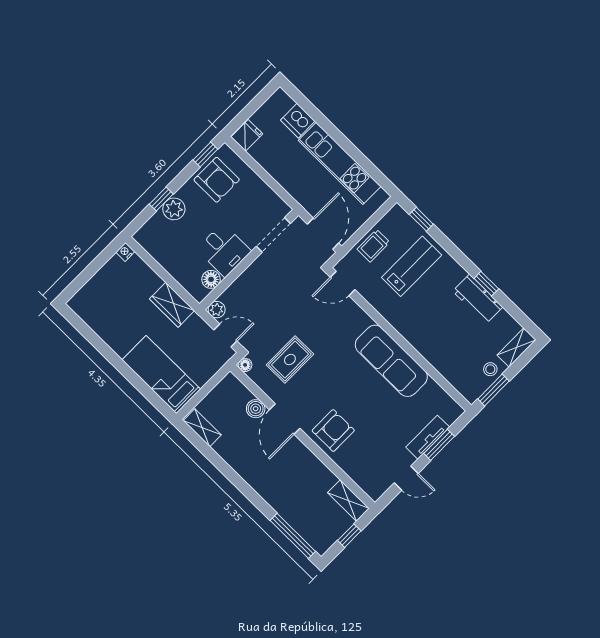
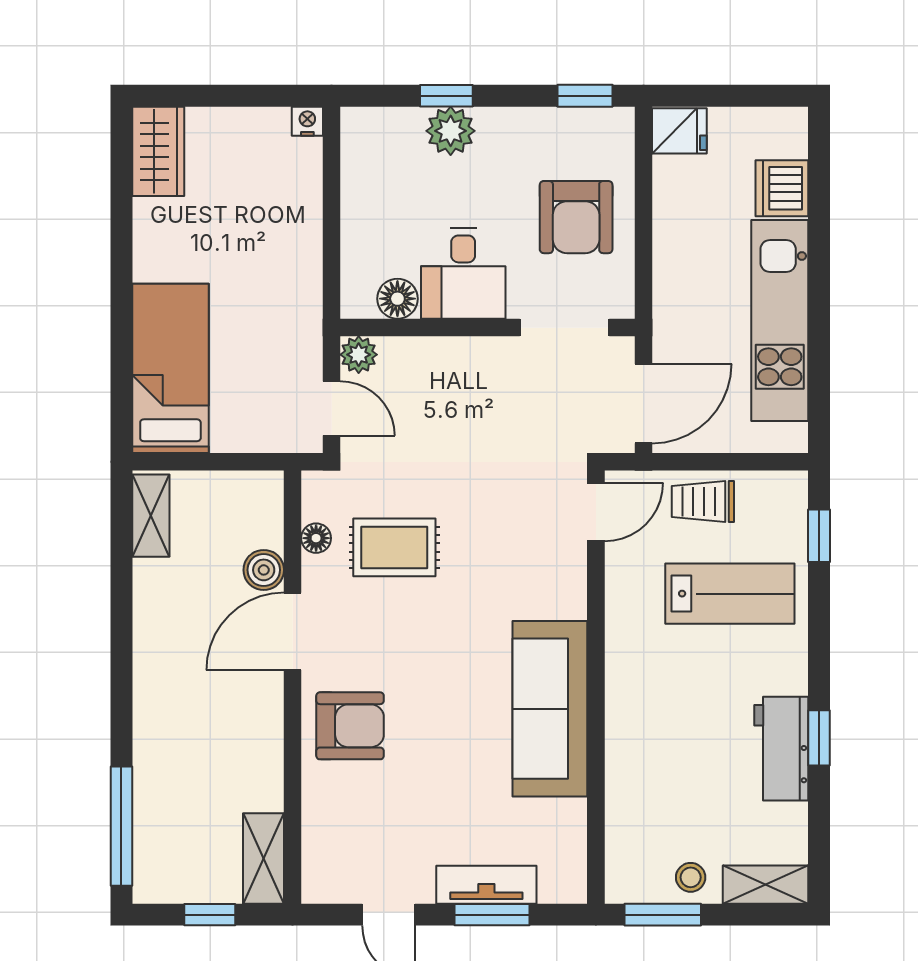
armchair: (217, 180) -> (576, 217), moved
door: (343, 283) -> (596, 512), swing flipped
wardrobe: (172, 305) -> (158, 151), moved, turned 180
floor lamp: (245, 365) -> (316, 538), moved

